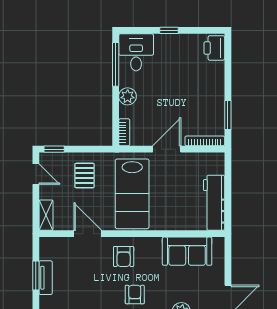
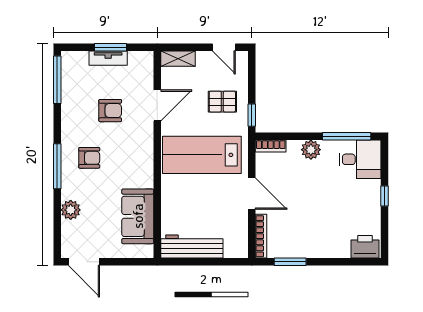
window: (54, 149) -> (252, 115), moved
door: (36, 174) -> (224, 47), hinge flipped
armchair: (124, 256) -> (110, 111), moved, turned 180

